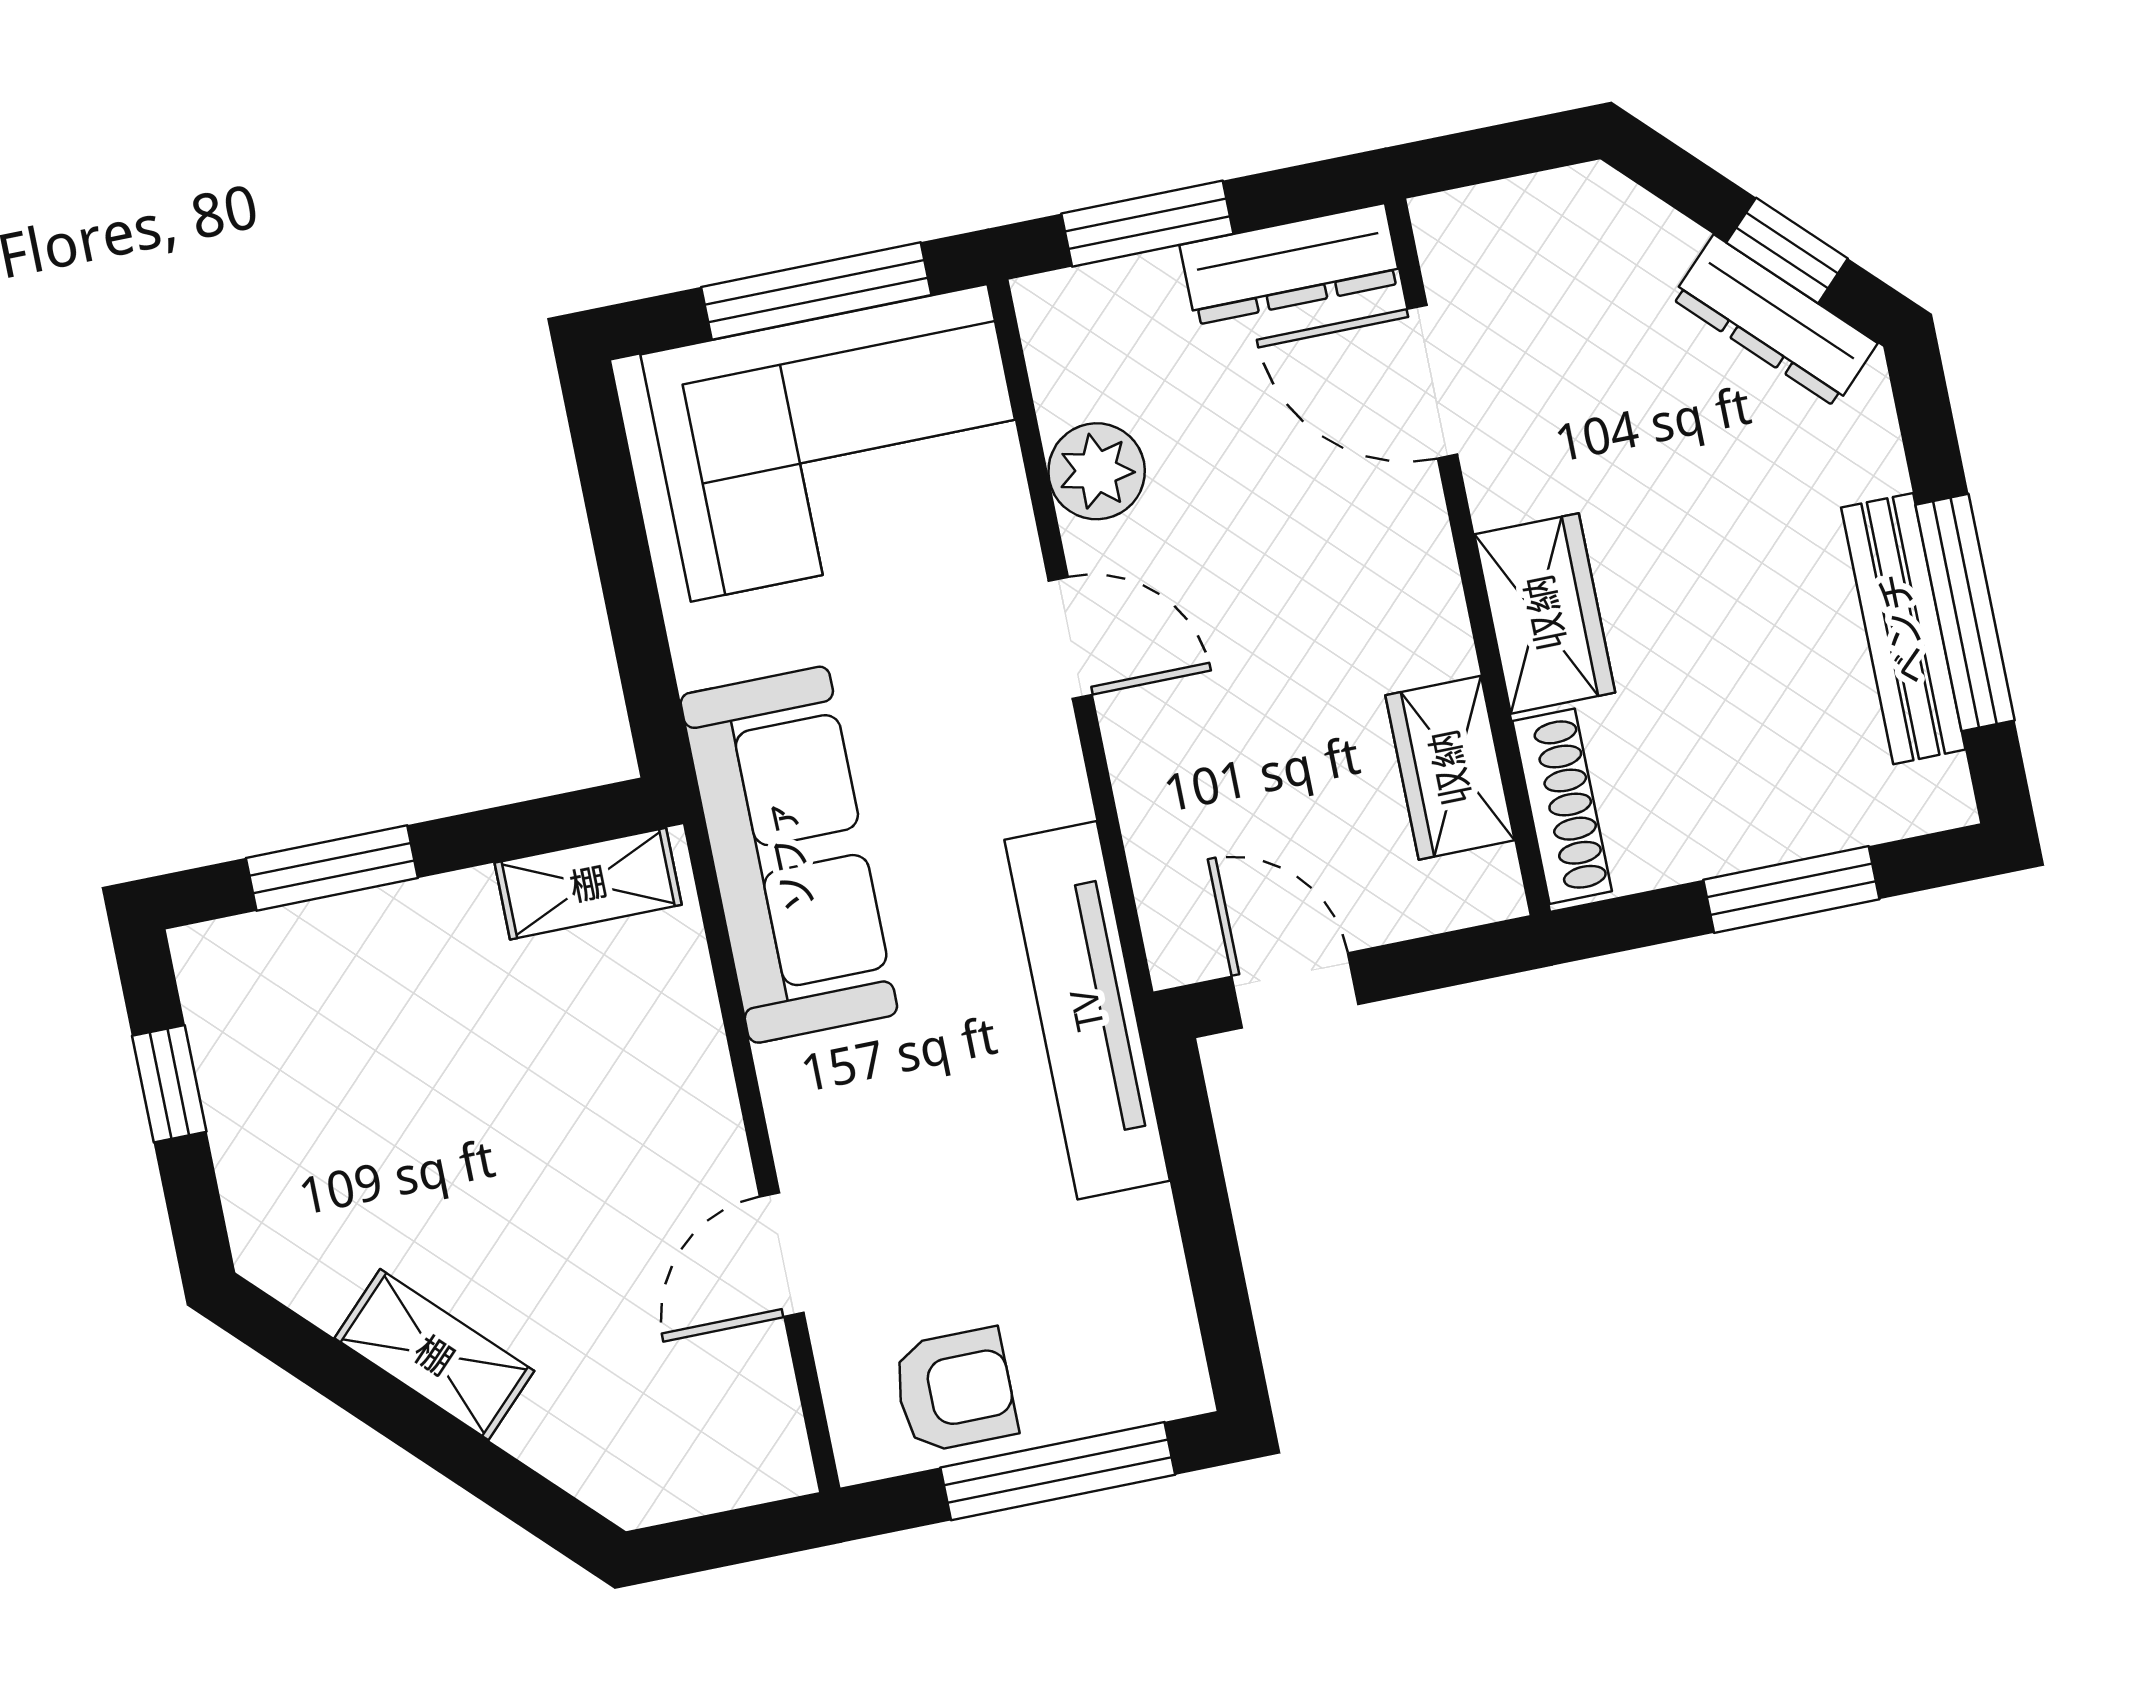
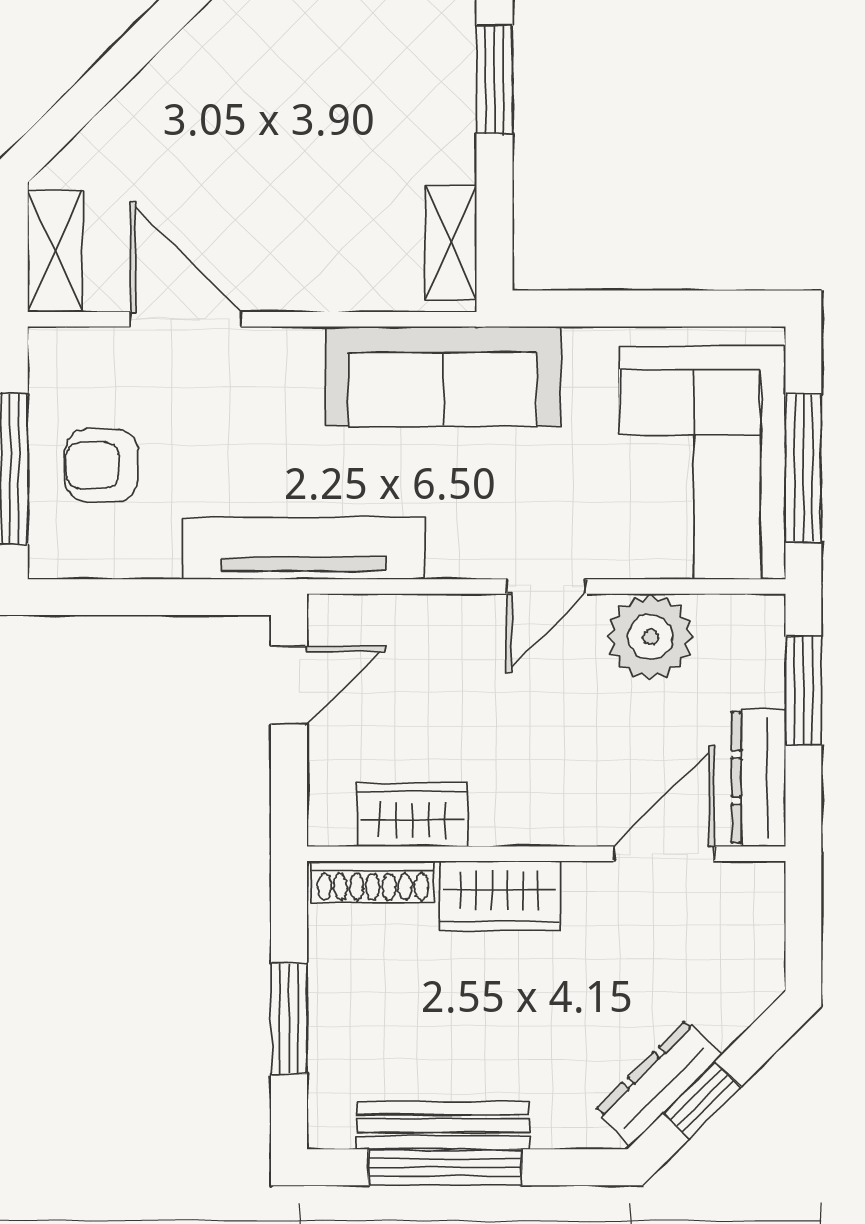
plant: (1097, 471) -> (650, 637), width x1.36, depth x1.36
door: (782, 1255) -> (186, 319), width x1.38
shelving: (434, 1355) -> (55, 251), moved, turned -45
armchair: (955, 1390) -> (101, 465), moved, turned 90

